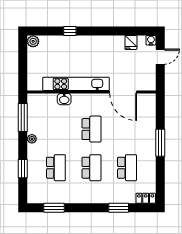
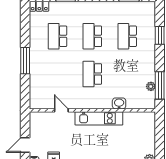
kitchen unit: (76, 84) -> (99, 118), width x0.73
door: (123, 92) -> (61, 110), width x0.53
plant: (32, 139) -> (151, 86), moved

